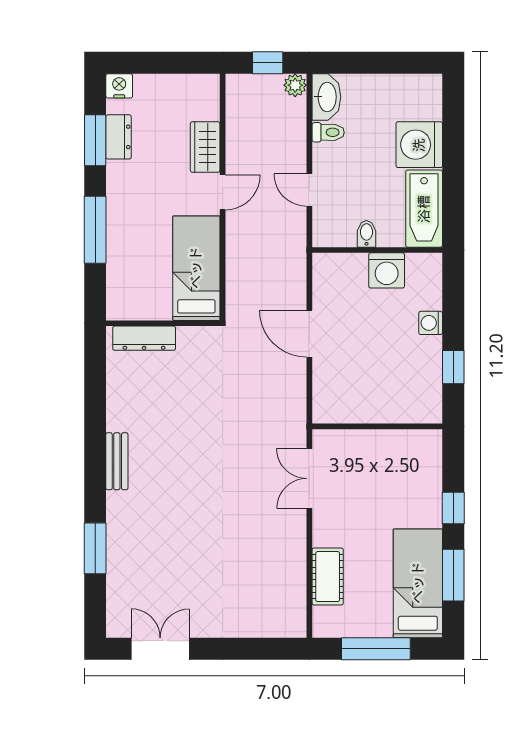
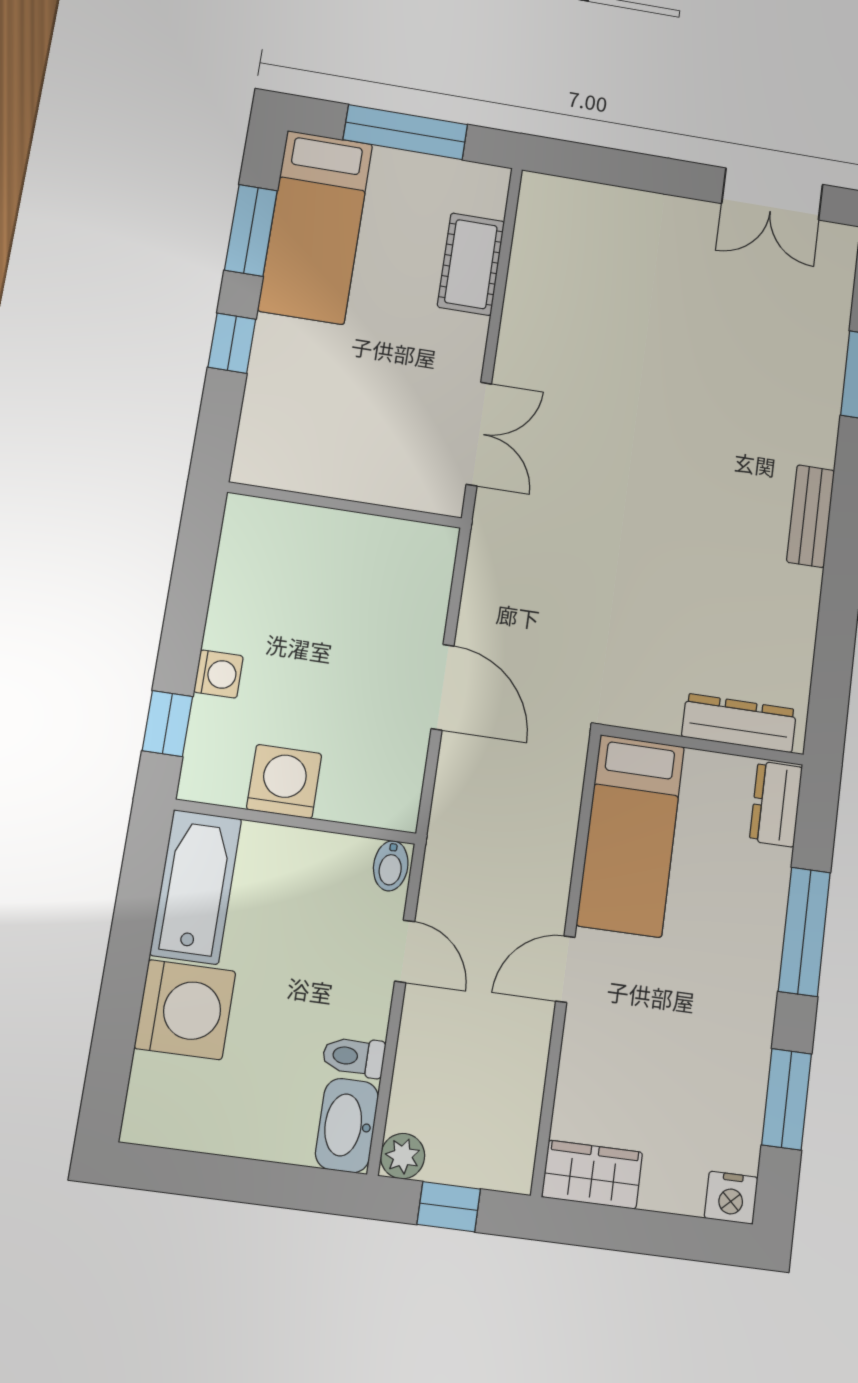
dresser: (118, 137) -> (776, 804), moved
wardrobe: (205, 147) -> (592, 1175), moved, turned -90
bidet: (366, 234) -> (391, 866), moved
window: (453, 367) -> (167, 724), moved

